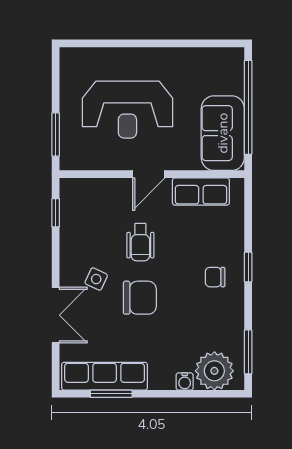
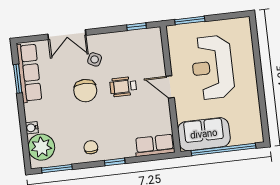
row of seats: (201, 191) -> (155, 145), moved, turned 90
chair: (215, 277) -> (91, 147), moved

